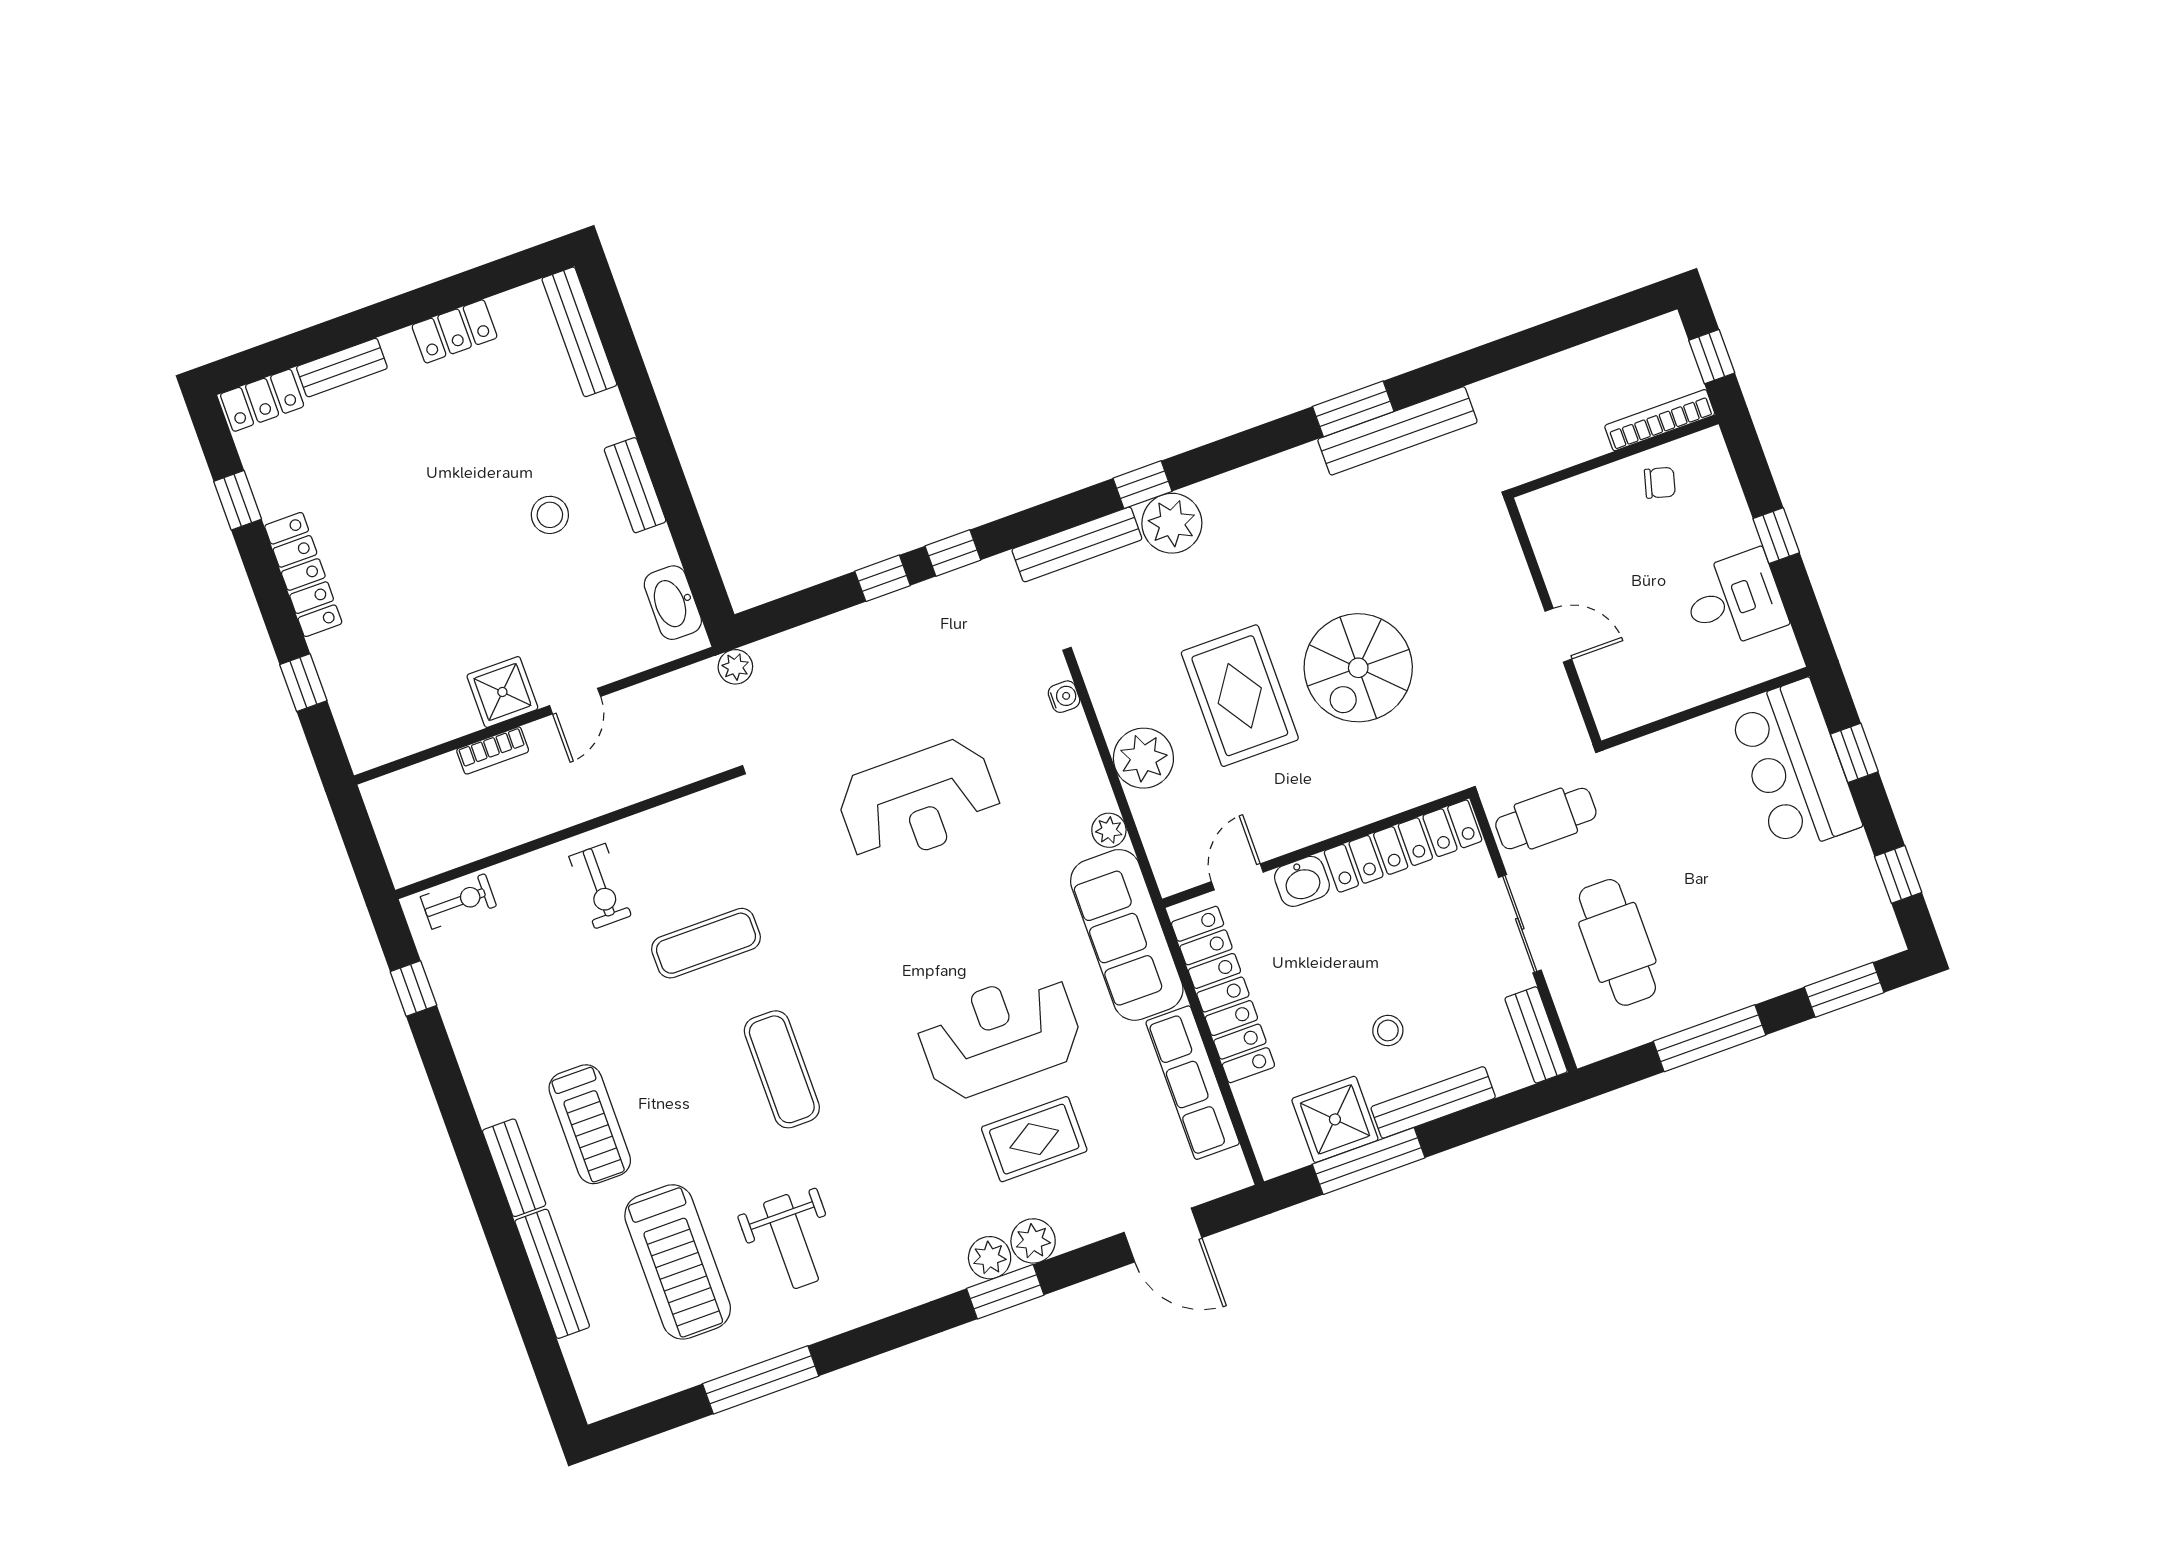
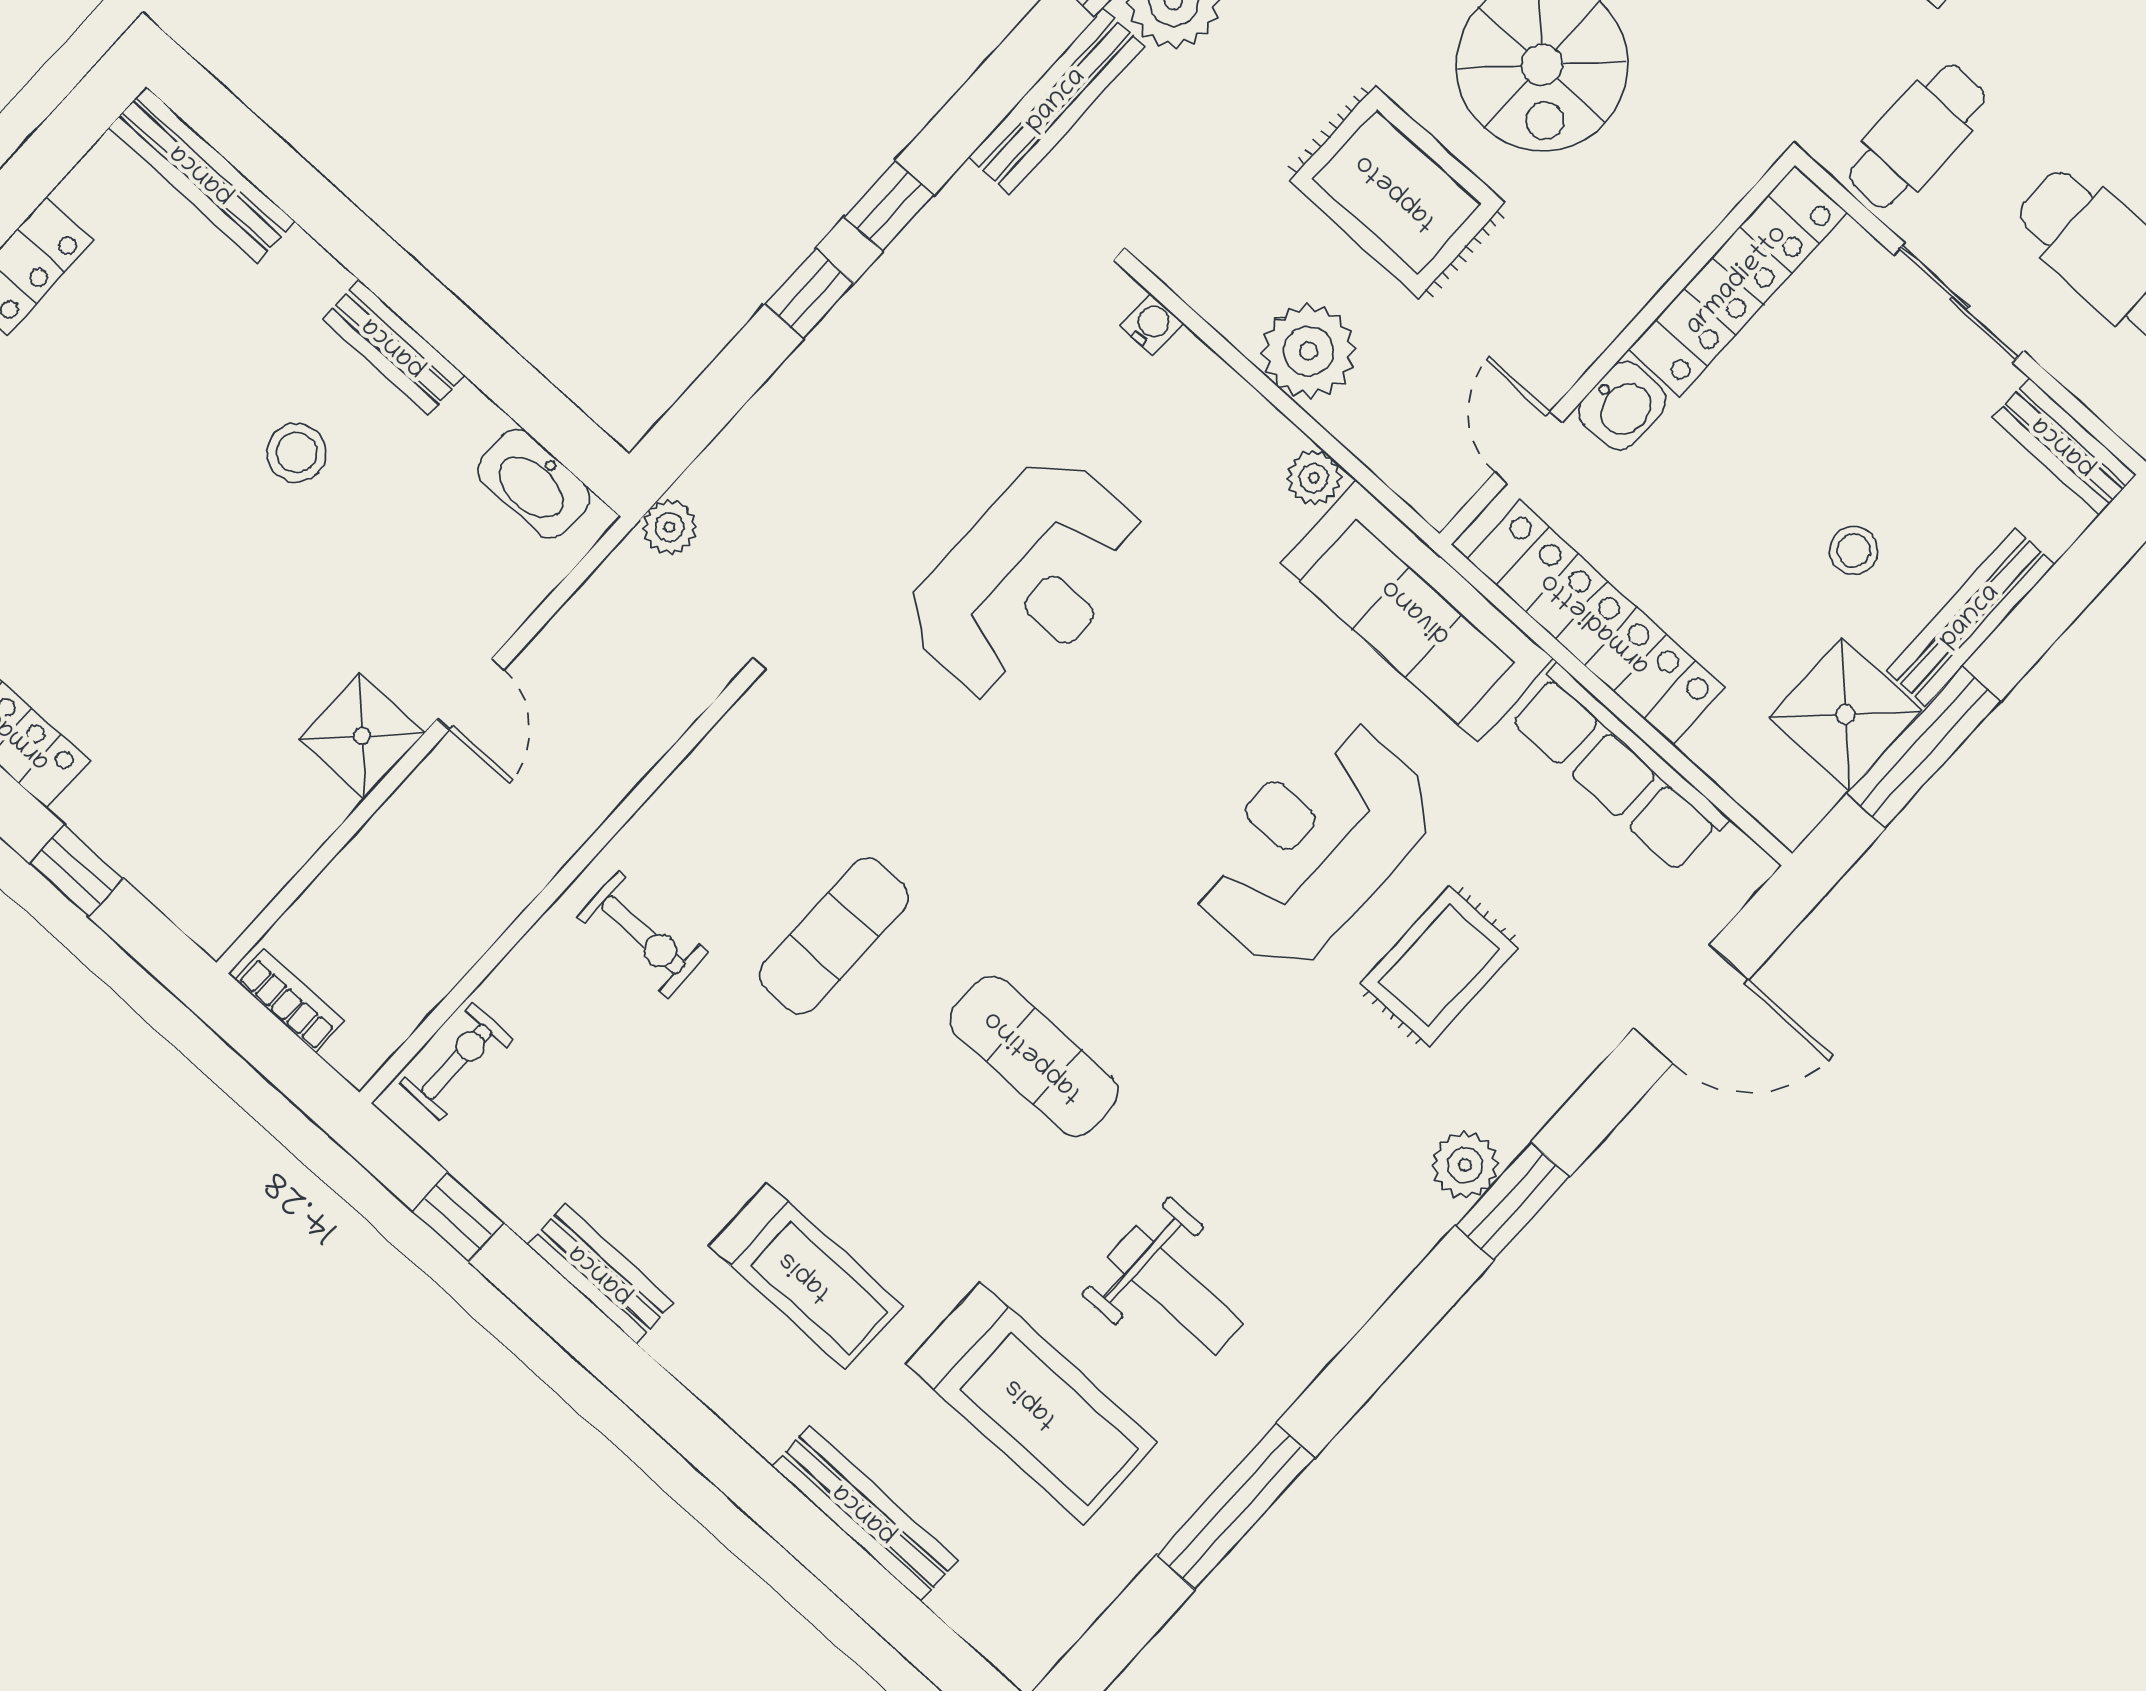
bookcase: (493, 750) -> (290, 1000), moved, turned -90
bench: (514, 1168) -> (601, 1274), moved
plant: (1033, 1241) -> (1513, 1109), removed

